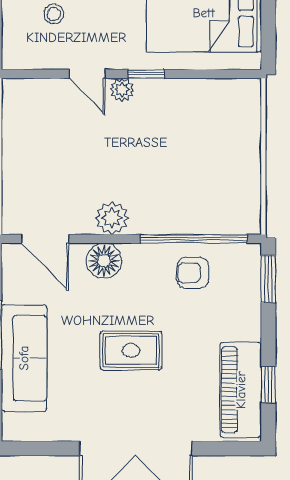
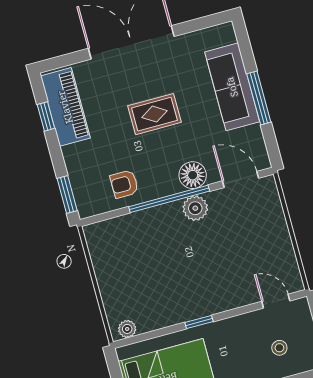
door: (87, 74) -> (276, 301), moved
plant: (122, 90) -> (127, 329), moved
window: (194, 239) -> (169, 199), moved
armchair: (193, 273) -> (124, 184), turned 180

